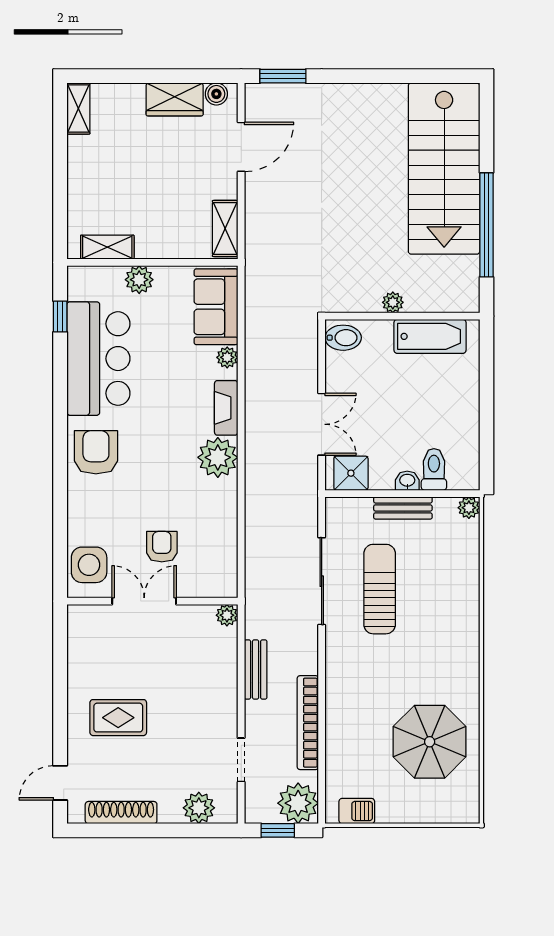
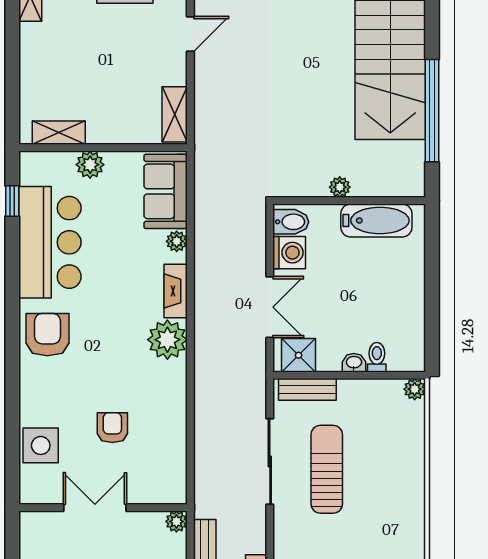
door: (241, 147) -> (190, 34), width x0.73
washing machine: (341, 369) -> (289, 253), added
toilet: (434, 469) -> (377, 357), width x0.73, depth x0.72
bench: (403, 508) -> (307, 389), moved
double door: (144, 601) -> (95, 508), moved
wall: (152, 601) -> (103, 508), moved
plant: (227, 615) -> (176, 521), moved

